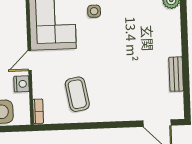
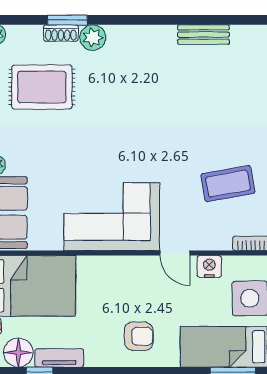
side table: (94, 11) -> (105, 154), removed

